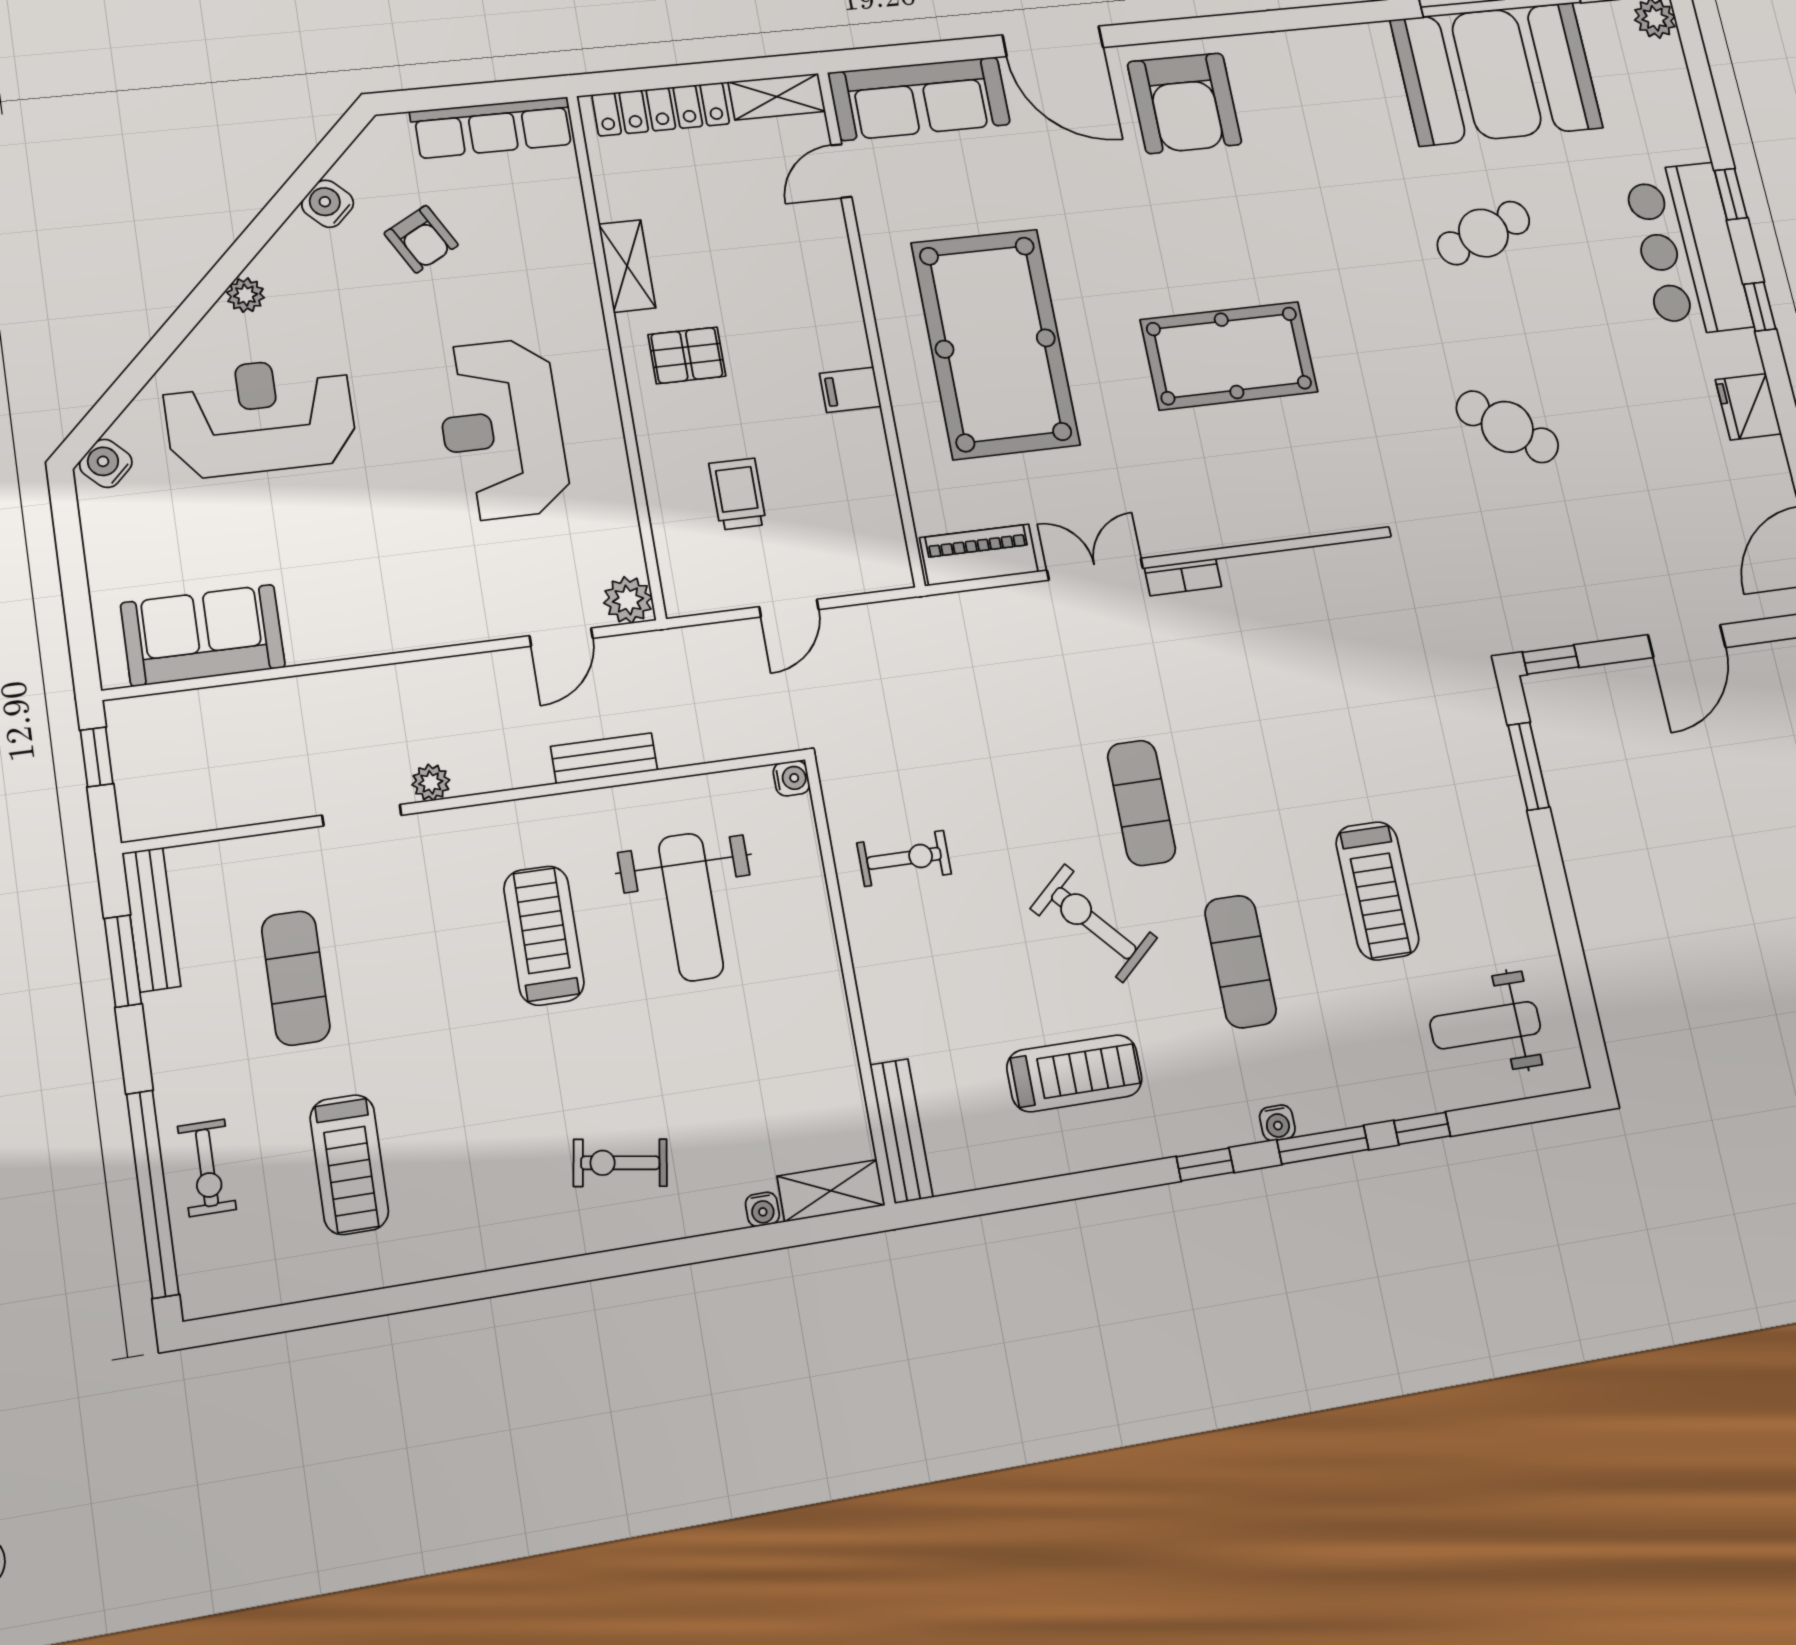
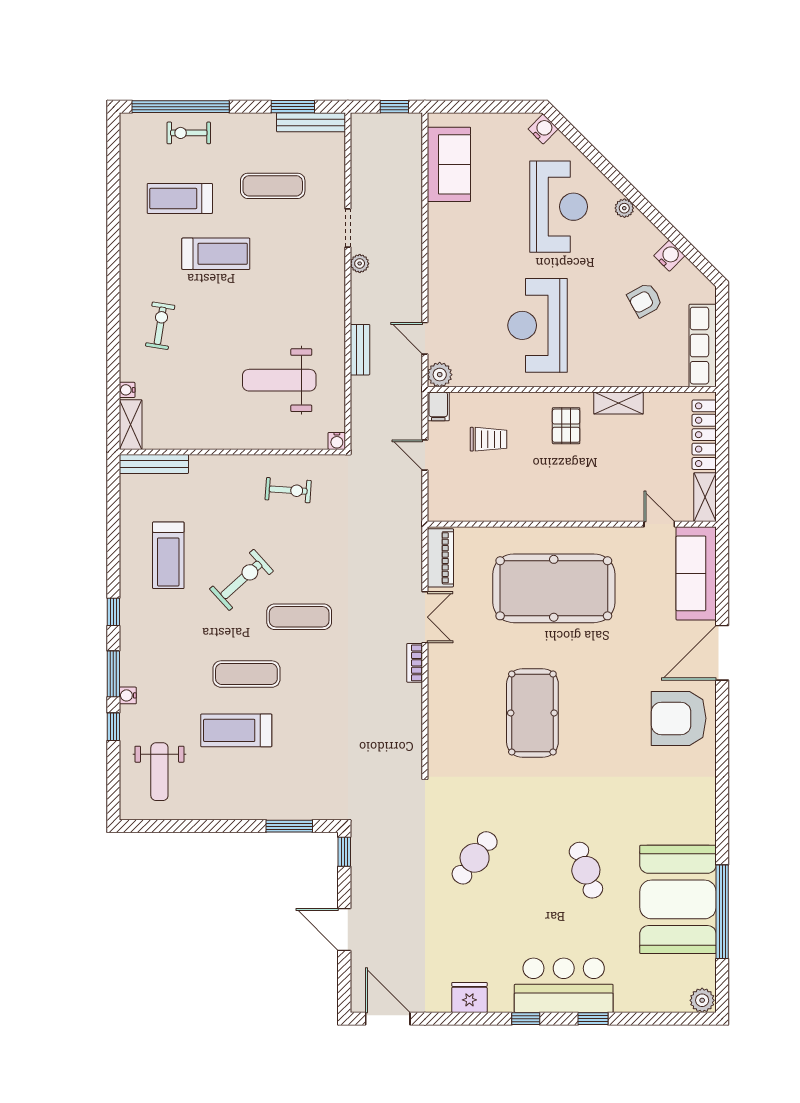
filing cabinet: (850, 390) -> (438, 406), moved, turned 180
reception desk: (502, 429) -> (538, 325), turned -90
exercise bike: (904, 858) -> (288, 490), turned -86
treadmill: (544, 936) -> (216, 254), moved
exercise mat: (1240, 962) -> (246, 674), moved
weight bench: (1485, 1025) -> (159, 772), turned 180
water cooler: (1277, 1123) -> (128, 695), moved

